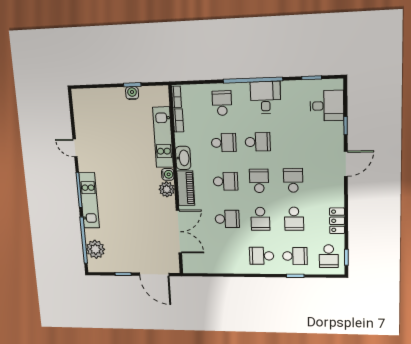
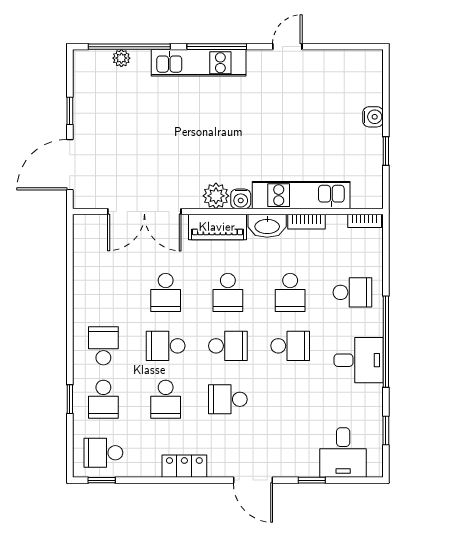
water cooler: (132, 93) -> (373, 117), moved
bookcase: (178, 120) -> (306, 222), moved
school desk: (258, 142) -> (290, 346), turned -90
school desk: (293, 180) -> (228, 399), turned 180
school desk: (294, 219) -> (166, 399), turned -90
locker: (337, 221) -> (184, 466), moved
plant: (95, 249) -> (121, 58), width x0.53, depth x0.53

